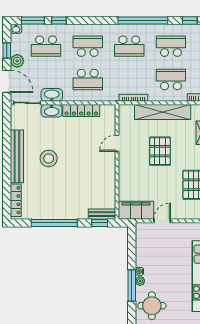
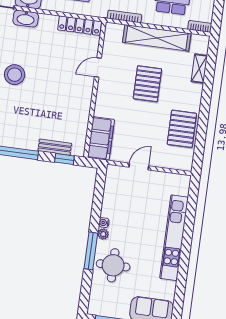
locker: (81, 110) -> (80, 26), moved
filing cabinet: (136, 210) -> (101, 138), moved, turned 90
bench: (102, 214) -> (55, 147), moved
window: (132, 286) -> (91, 251), moved

